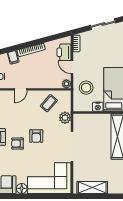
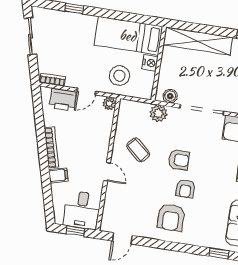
coffee table: (49, 103) -> (138, 150), moved
boiler: (78, 124) -> (170, 96), added

